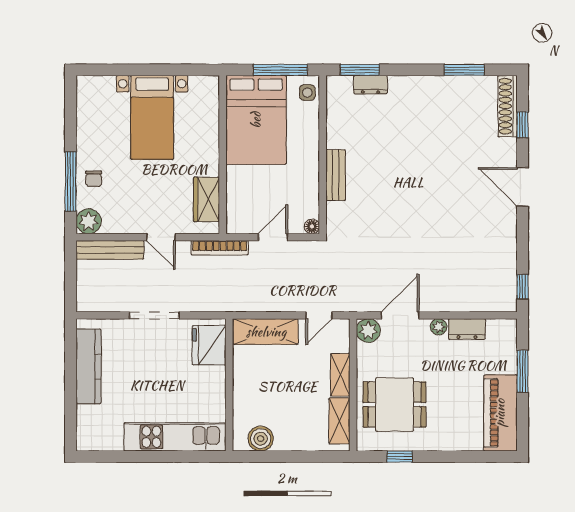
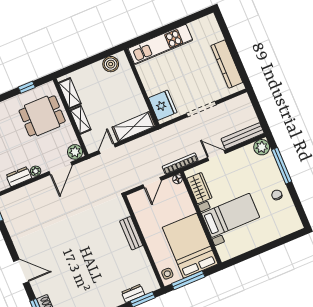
bed with nightstands: (152, 117) -> (230, 215), moved, turned 90
chair: (94, 179) -> (277, 195), moved
floor lamp: (312, 226) -> (177, 179), moved

